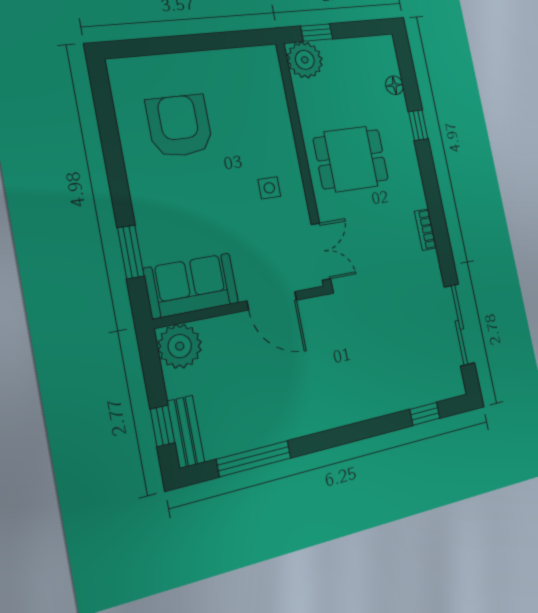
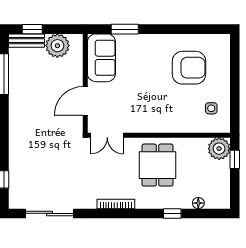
side table: (269, 188) -> (211, 108), moved
bookcase: (426, 230) -> (116, 204), width x1.56
plant: (180, 346) -> (57, 46), moved

